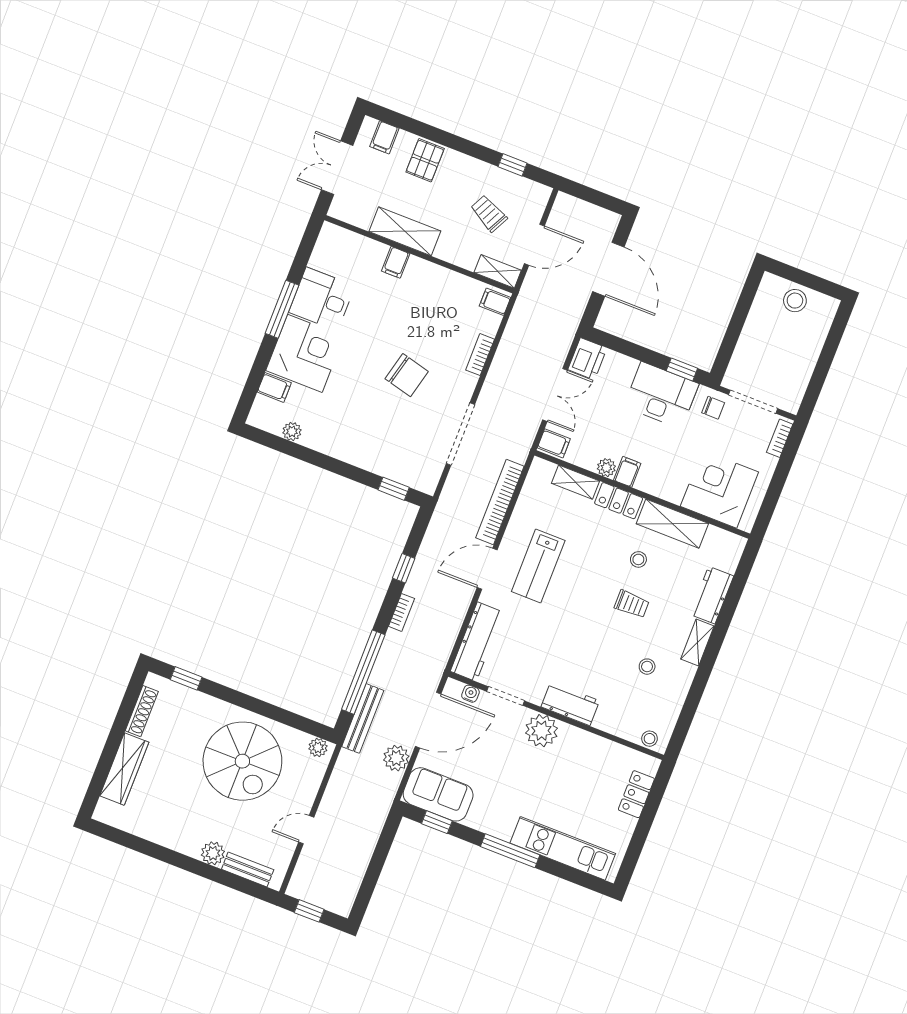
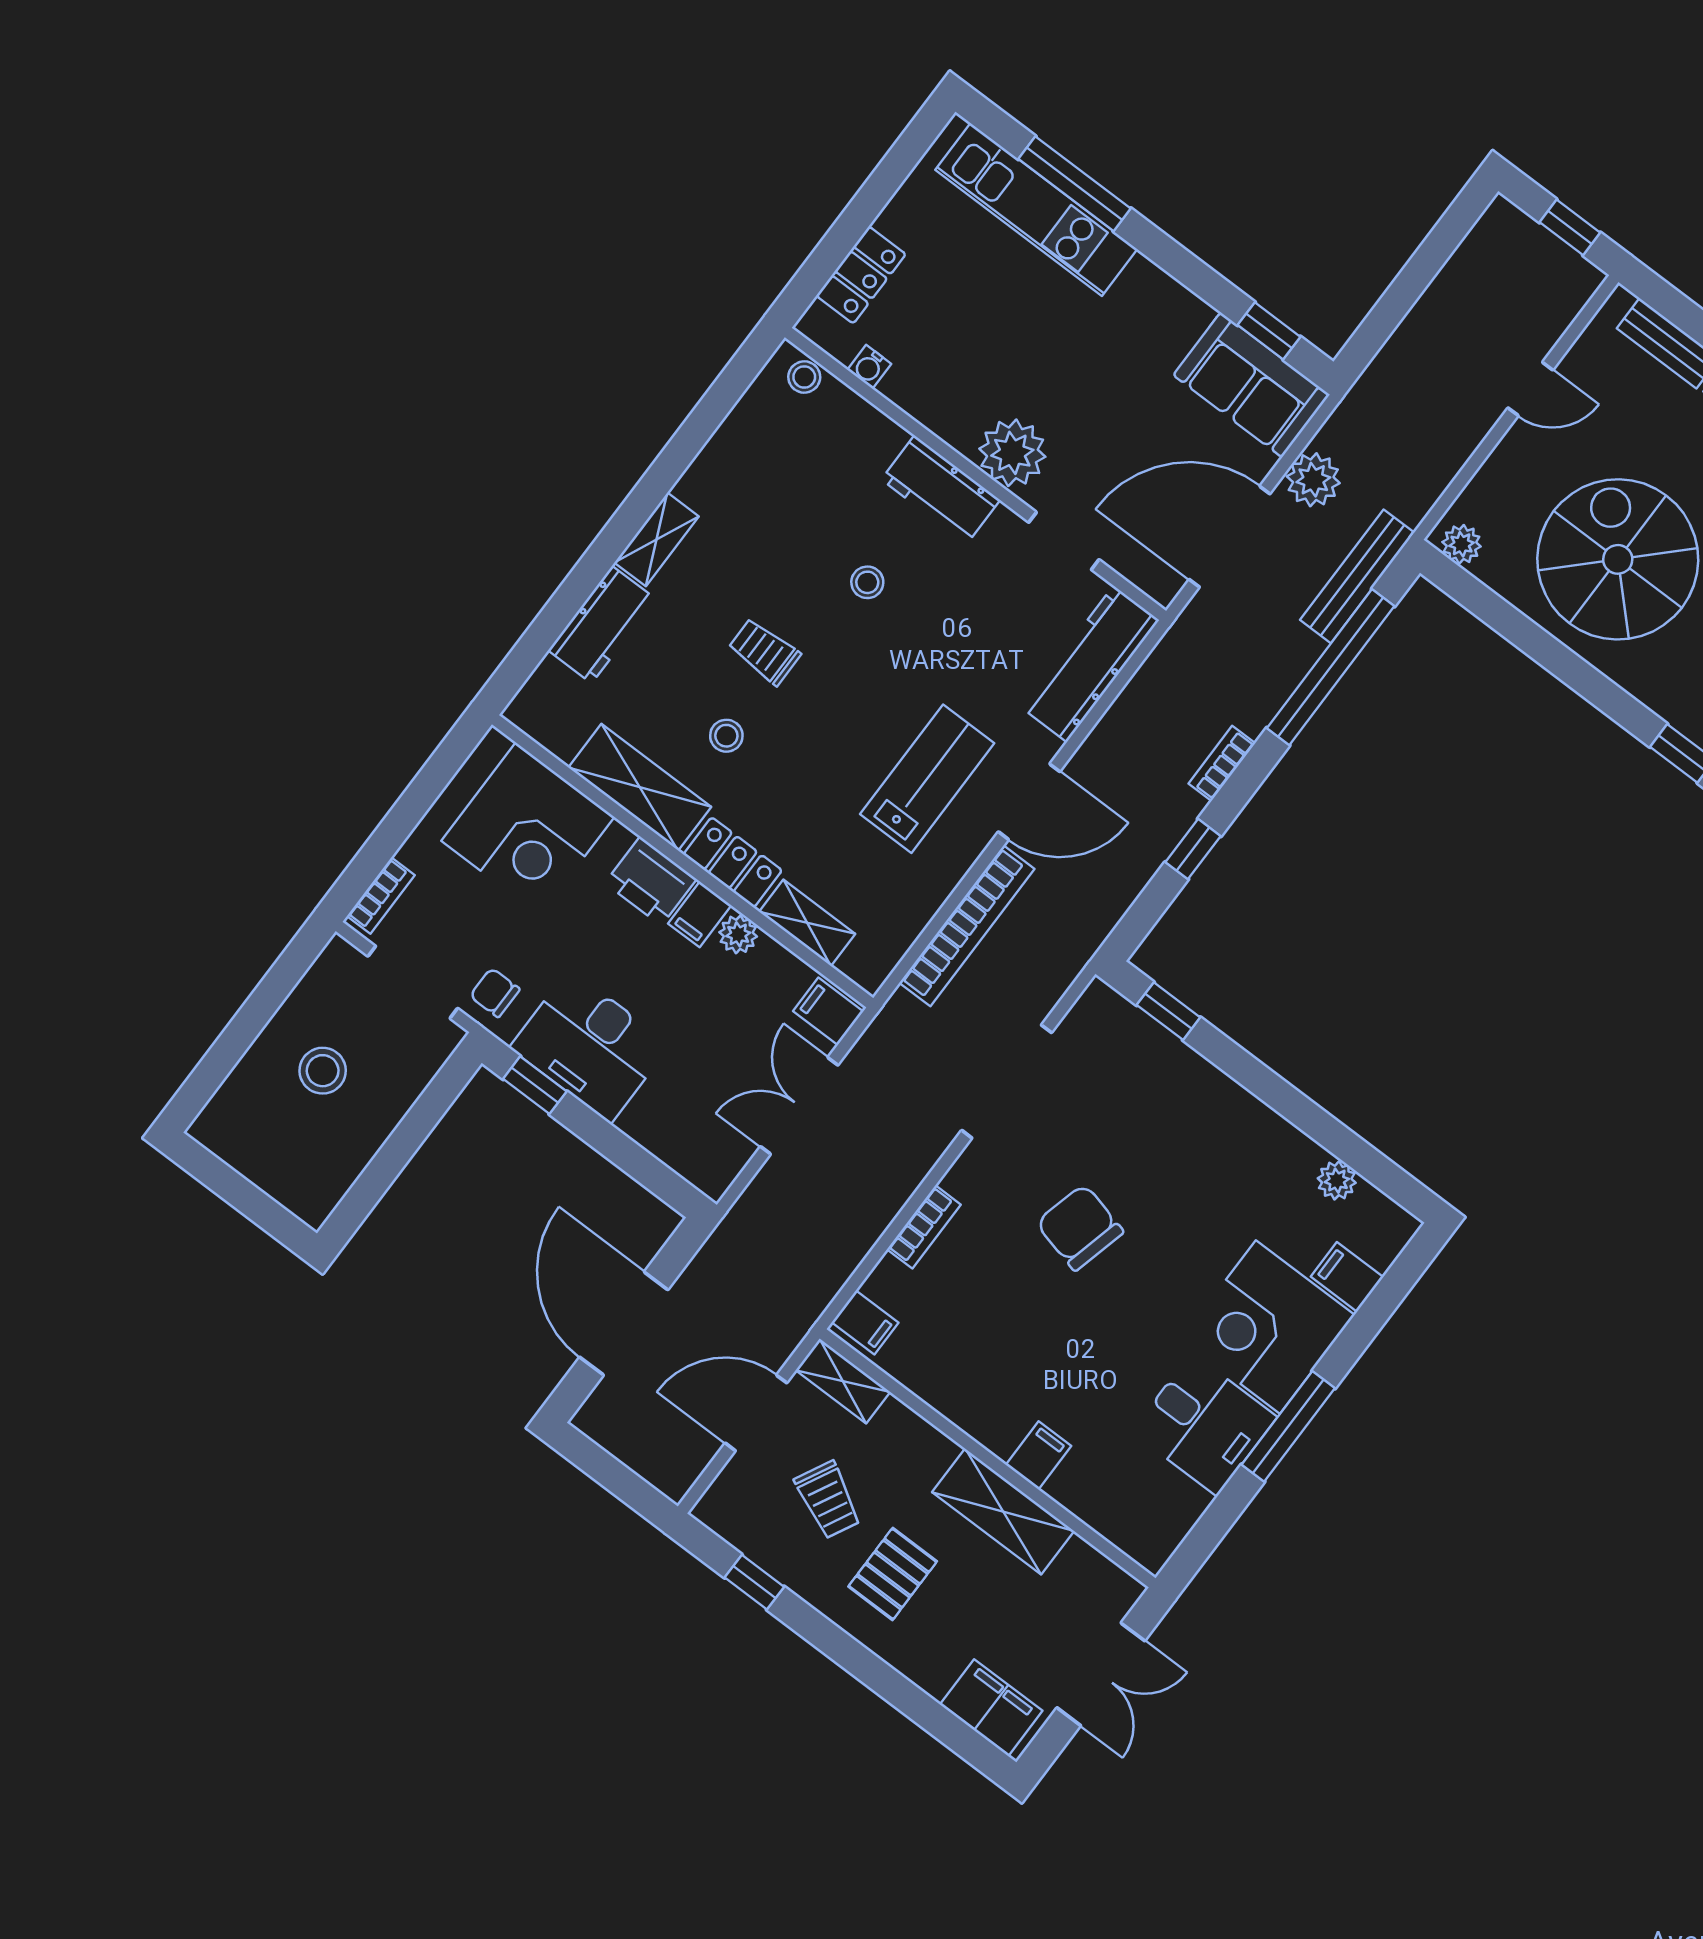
filing cabinet: (384, 137) -> (991, 1708), width x2.00
pallet: (425, 160) -> (893, 1574), moved
stool: (795, 301) -> (323, 1071), moved
printer: (587, 359) -> (651, 881), moved, turned -90
stool: (647, 667) -> (867, 582), moved
water cooler: (470, 694) -> (869, 367), moved
window: (510, 851) -> (1074, 184), moved

